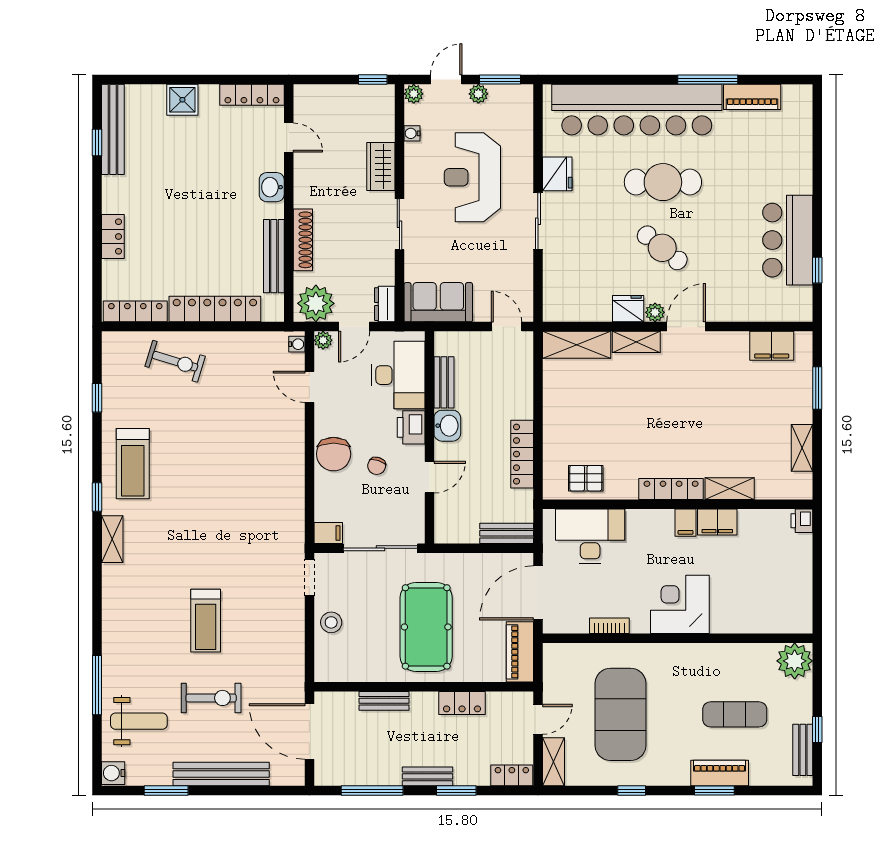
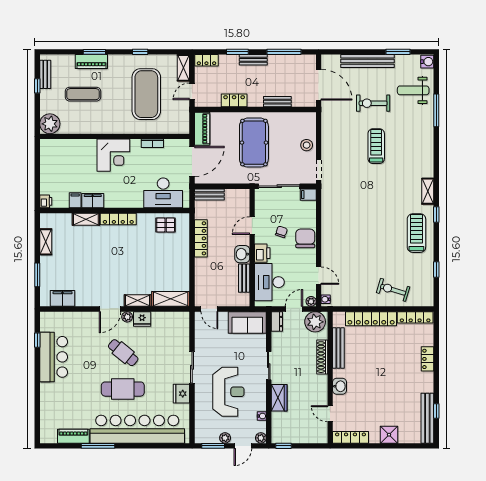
filing cabinet: (686, 523) -> (75, 200), moved

